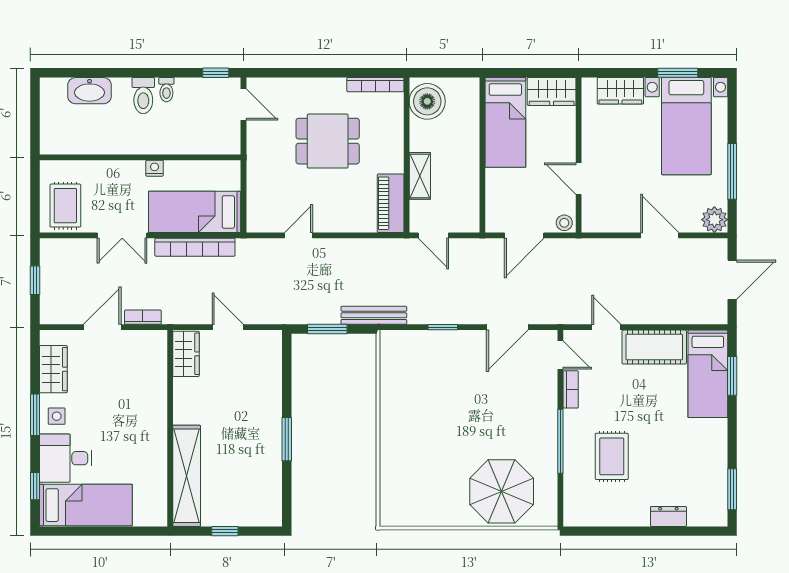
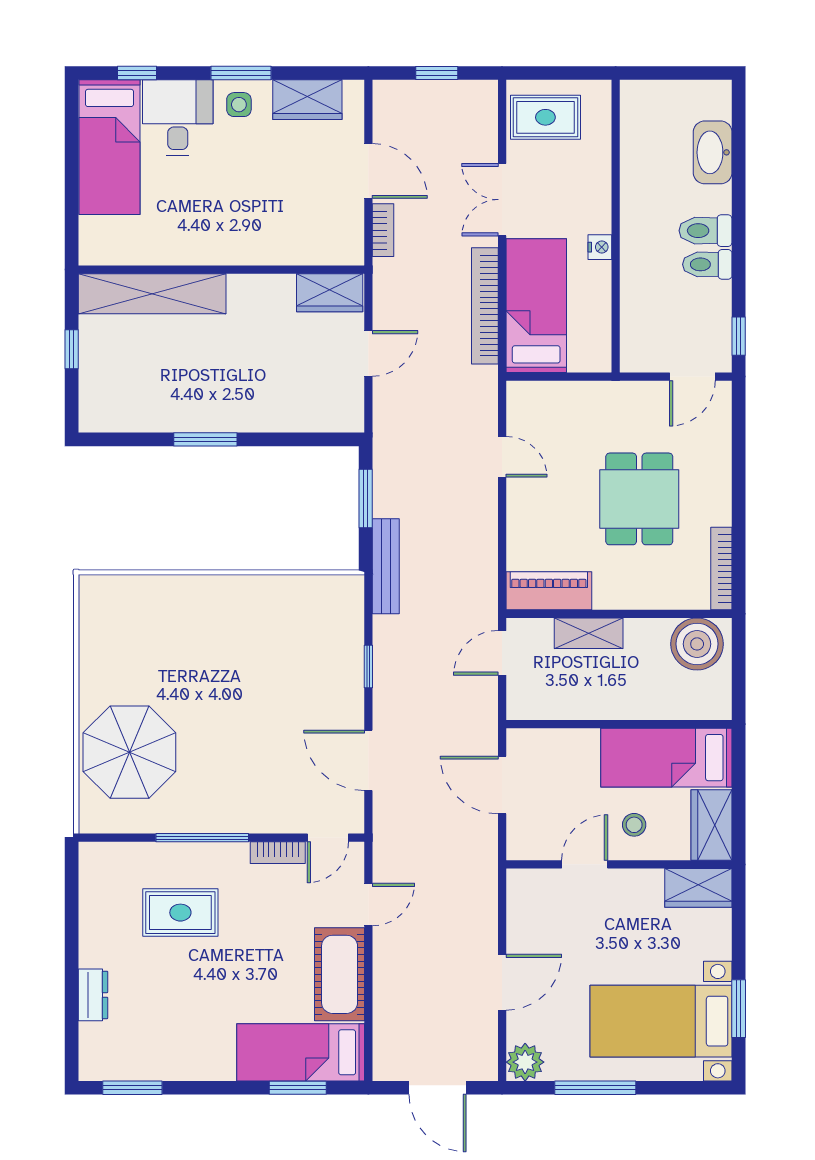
toilet: (166, 90) -> (707, 264), width x1.37, depth x1.39
wardrobe: (620, 91) -> (698, 888), moved, turned -90
stool: (564, 223) -> (634, 825), moved

